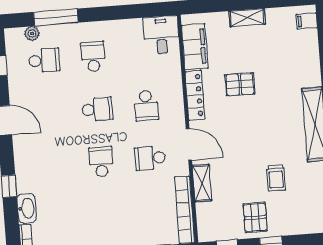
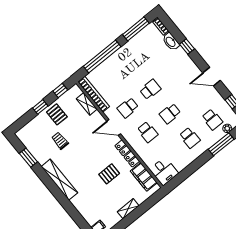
school desk: (44, 60) -> (212, 119), turned -90
school desk: (146, 105) -> (148, 132), turned 180
school desk: (150, 158) -> (128, 108), turned 180
school desk: (101, 162) -> (150, 89), turned -90
shelving: (202, 183) -> (87, 104), moved

